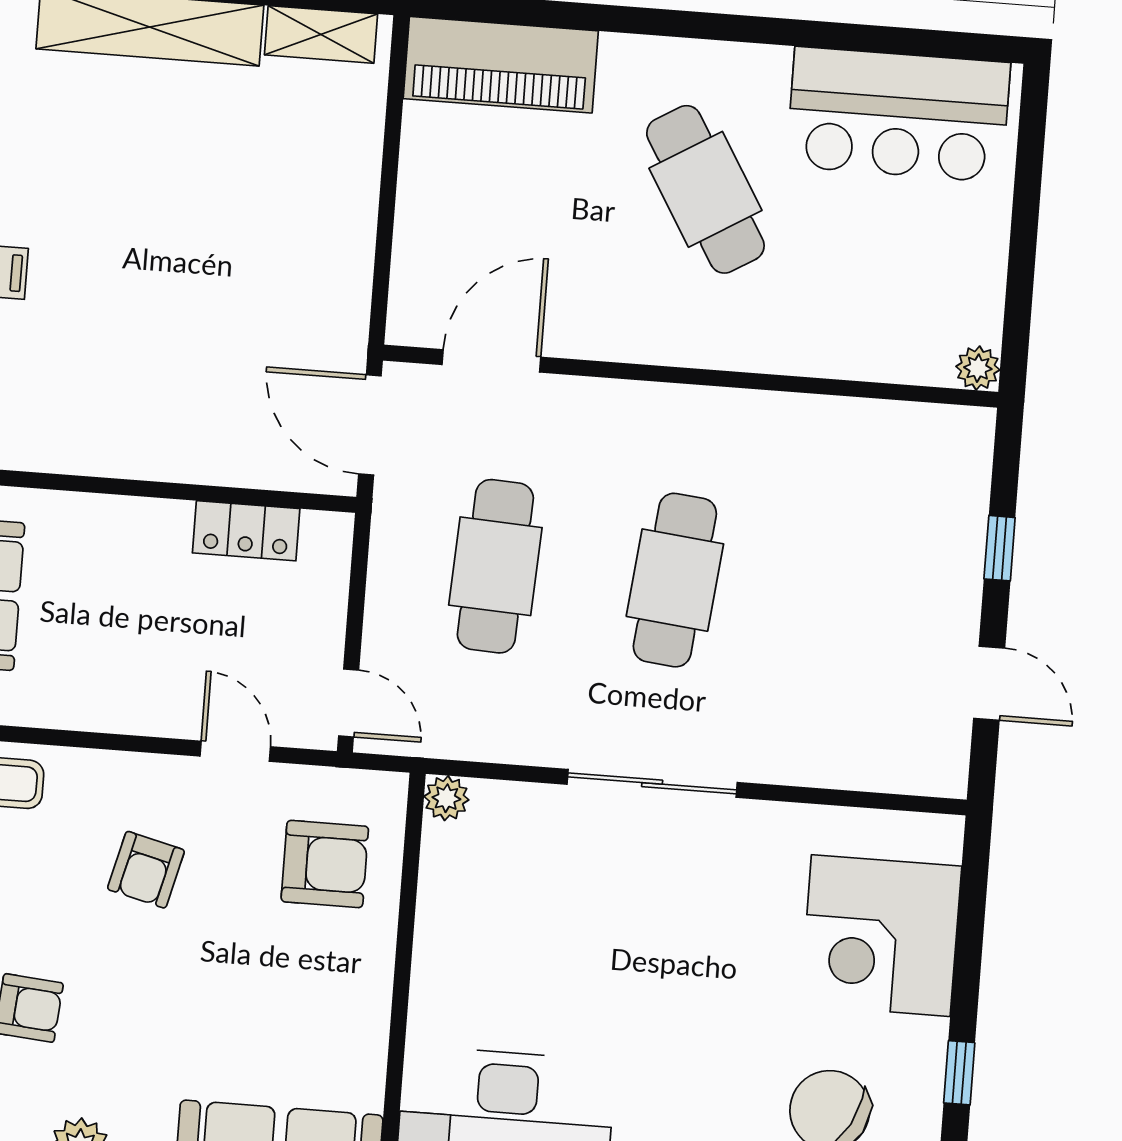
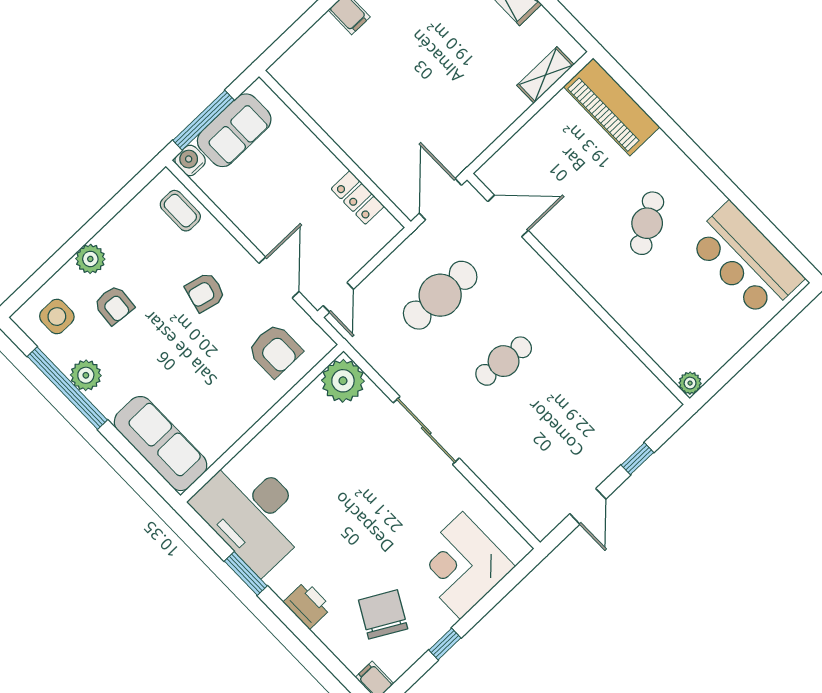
shelving: (321, 34) -> (545, 75), moved, turned 90
cafe table: (705, 189) -> (647, 223), width x0.73, depth x0.74
cafe table: (675, 580) -> (504, 361), width x0.73, depth x0.74
door: (235, 751) -> (279, 277), width x1.38
plant: (446, 798) -> (343, 381), width x1.87, depth x1.87

